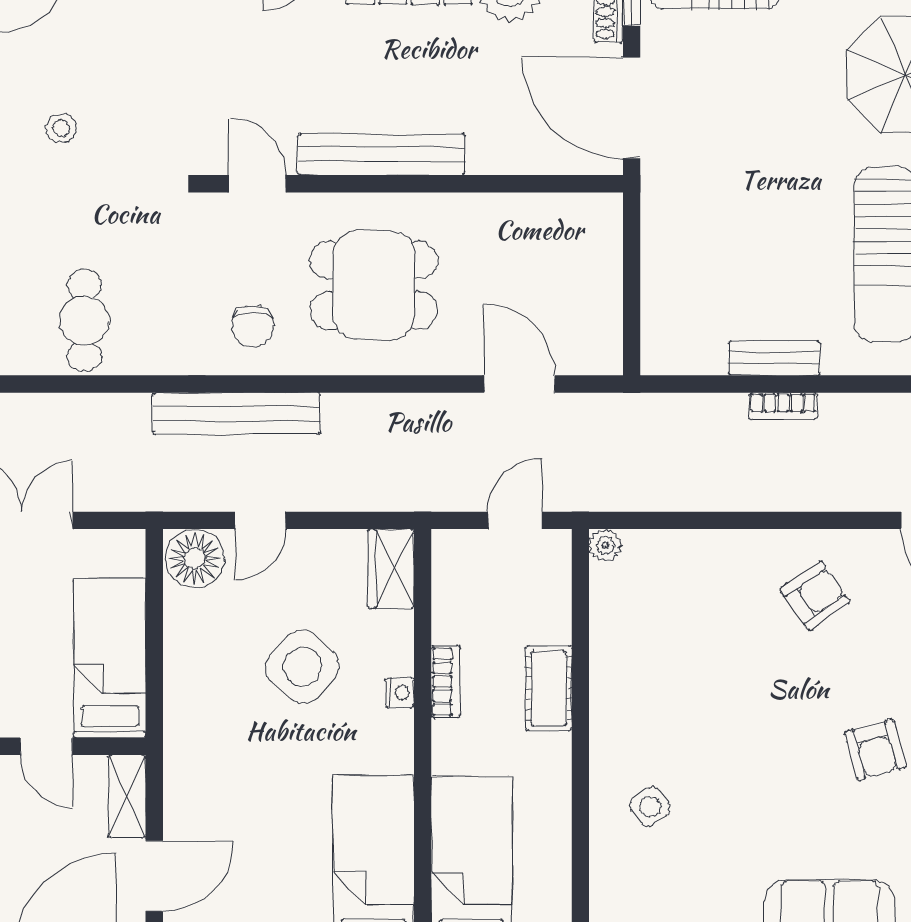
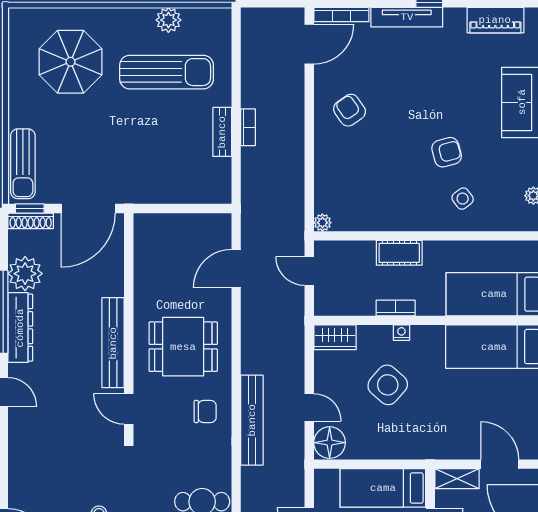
door: (257, 184) -> (129, 409), hinge flipped
dining table: (374, 285) -> (183, 347), turned 90
armchair: (875, 750) -> (447, 152), moved

